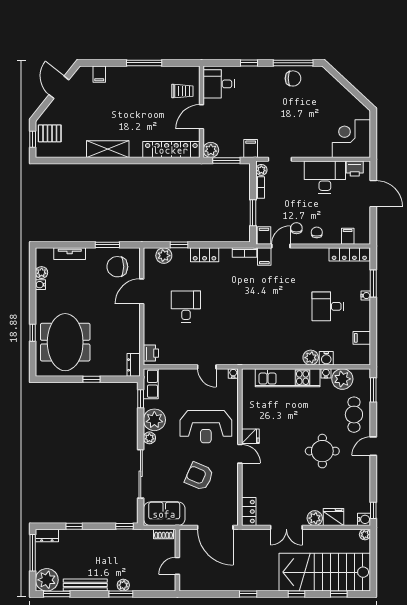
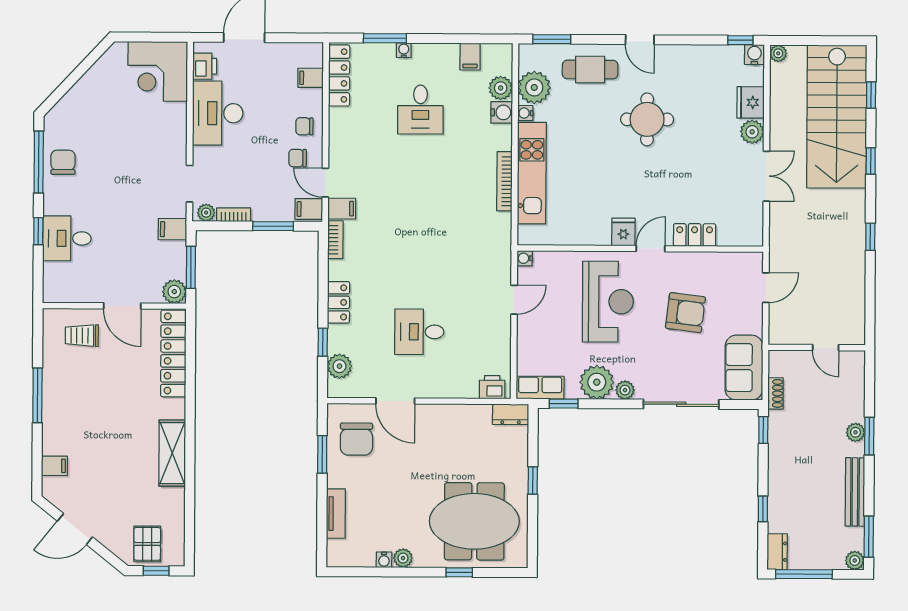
desk: (219, 84) -> (67, 238), moved, turned 90
trolley: (182, 91) -> (82, 336), turned -90
plant: (42, 273) -> (403, 558), moved
plant: (311, 358) -> (501, 88), moved
bookcase: (282, 360) -> (504, 181), added
armchair: (199, 476) -> (685, 313), turned -106
locker: (249, 512) -> (695, 235), moved
door: (215, 527) -> (766, 288), width x0.53
shoe rack: (164, 534) -> (776, 393), moved
plant: (47, 580) -> (855, 560), width x0.53, depth x0.53

